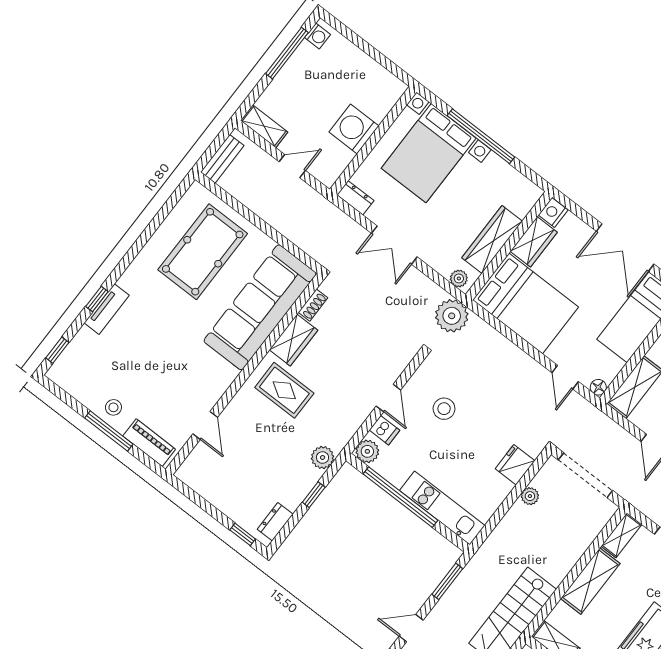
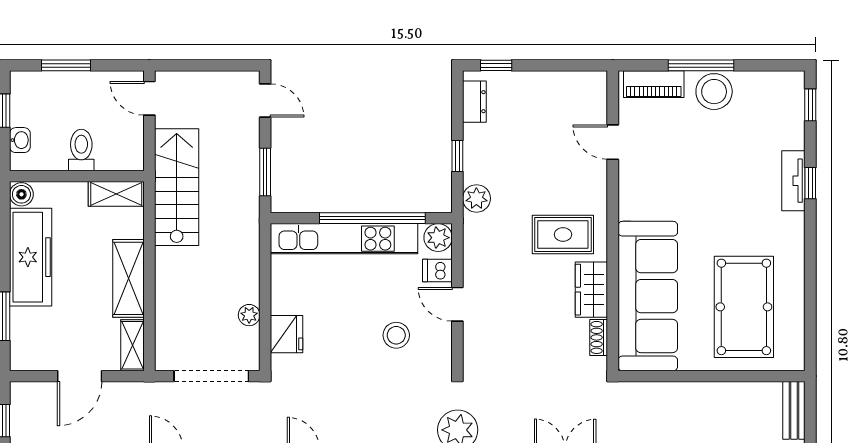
stool: (113, 407) -> (714, 92), width x1.89, depth x1.89
kitchen unit: (442, 508) -> (344, 239), width x1.36
door: (411, 628) -> (265, 100), hinge flipped

